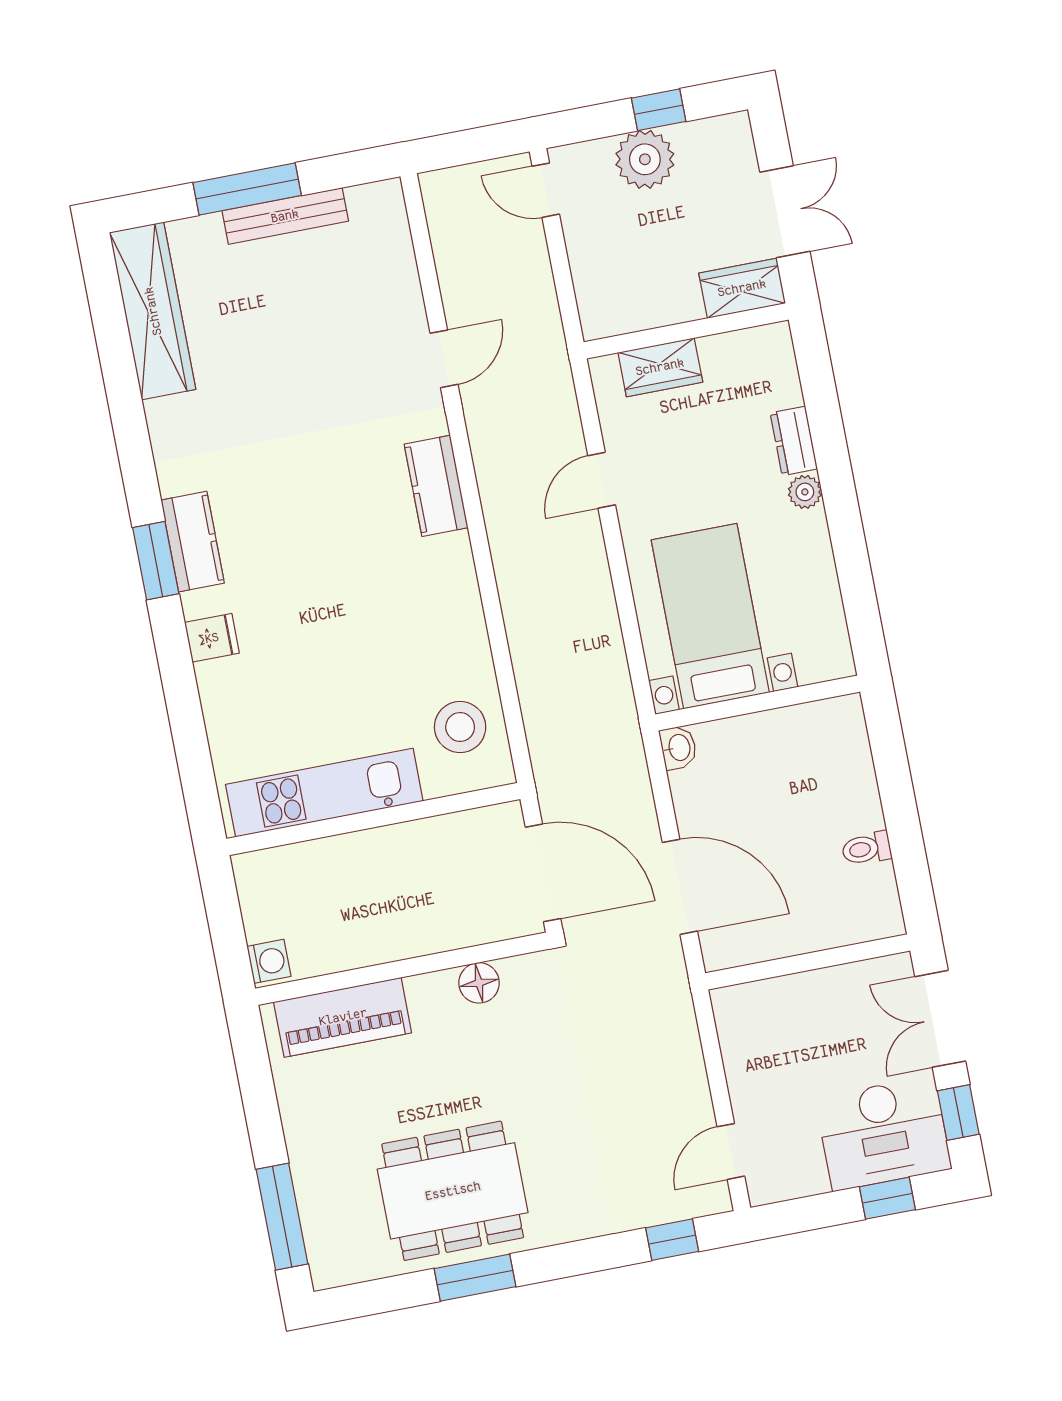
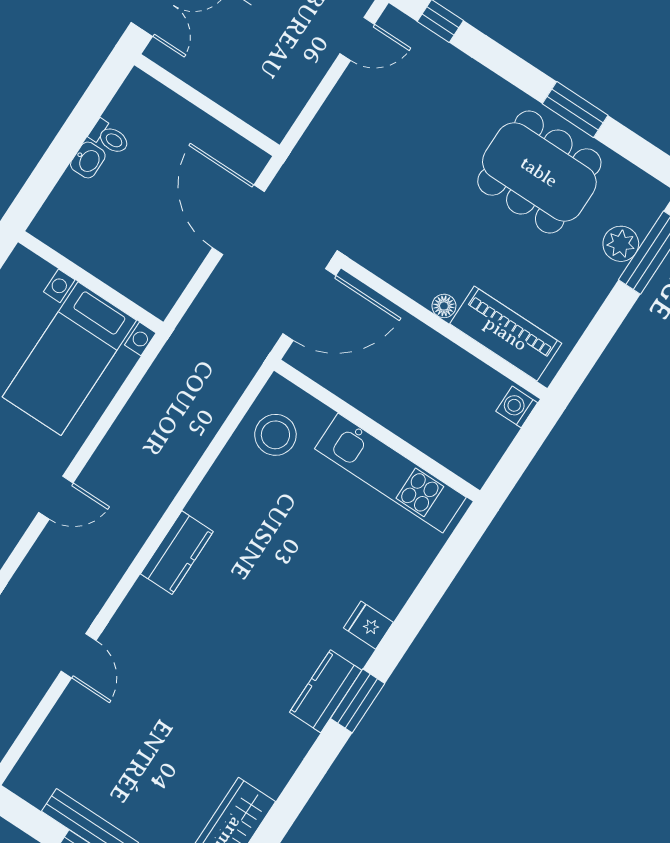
door: (444, 359) -> (79, 656), swing flipped
kitchen counter: (436, 486) -> (177, 553), moved
washbasin: (678, 748) -> (88, 160), moved, turned 180
door: (543, 873) -> (309, 304), swing flipped
floor lamp: (479, 983) -> (444, 306), moved, width x0.73, depth x0.73
plant: (318, 1197) -> (621, 244), added

